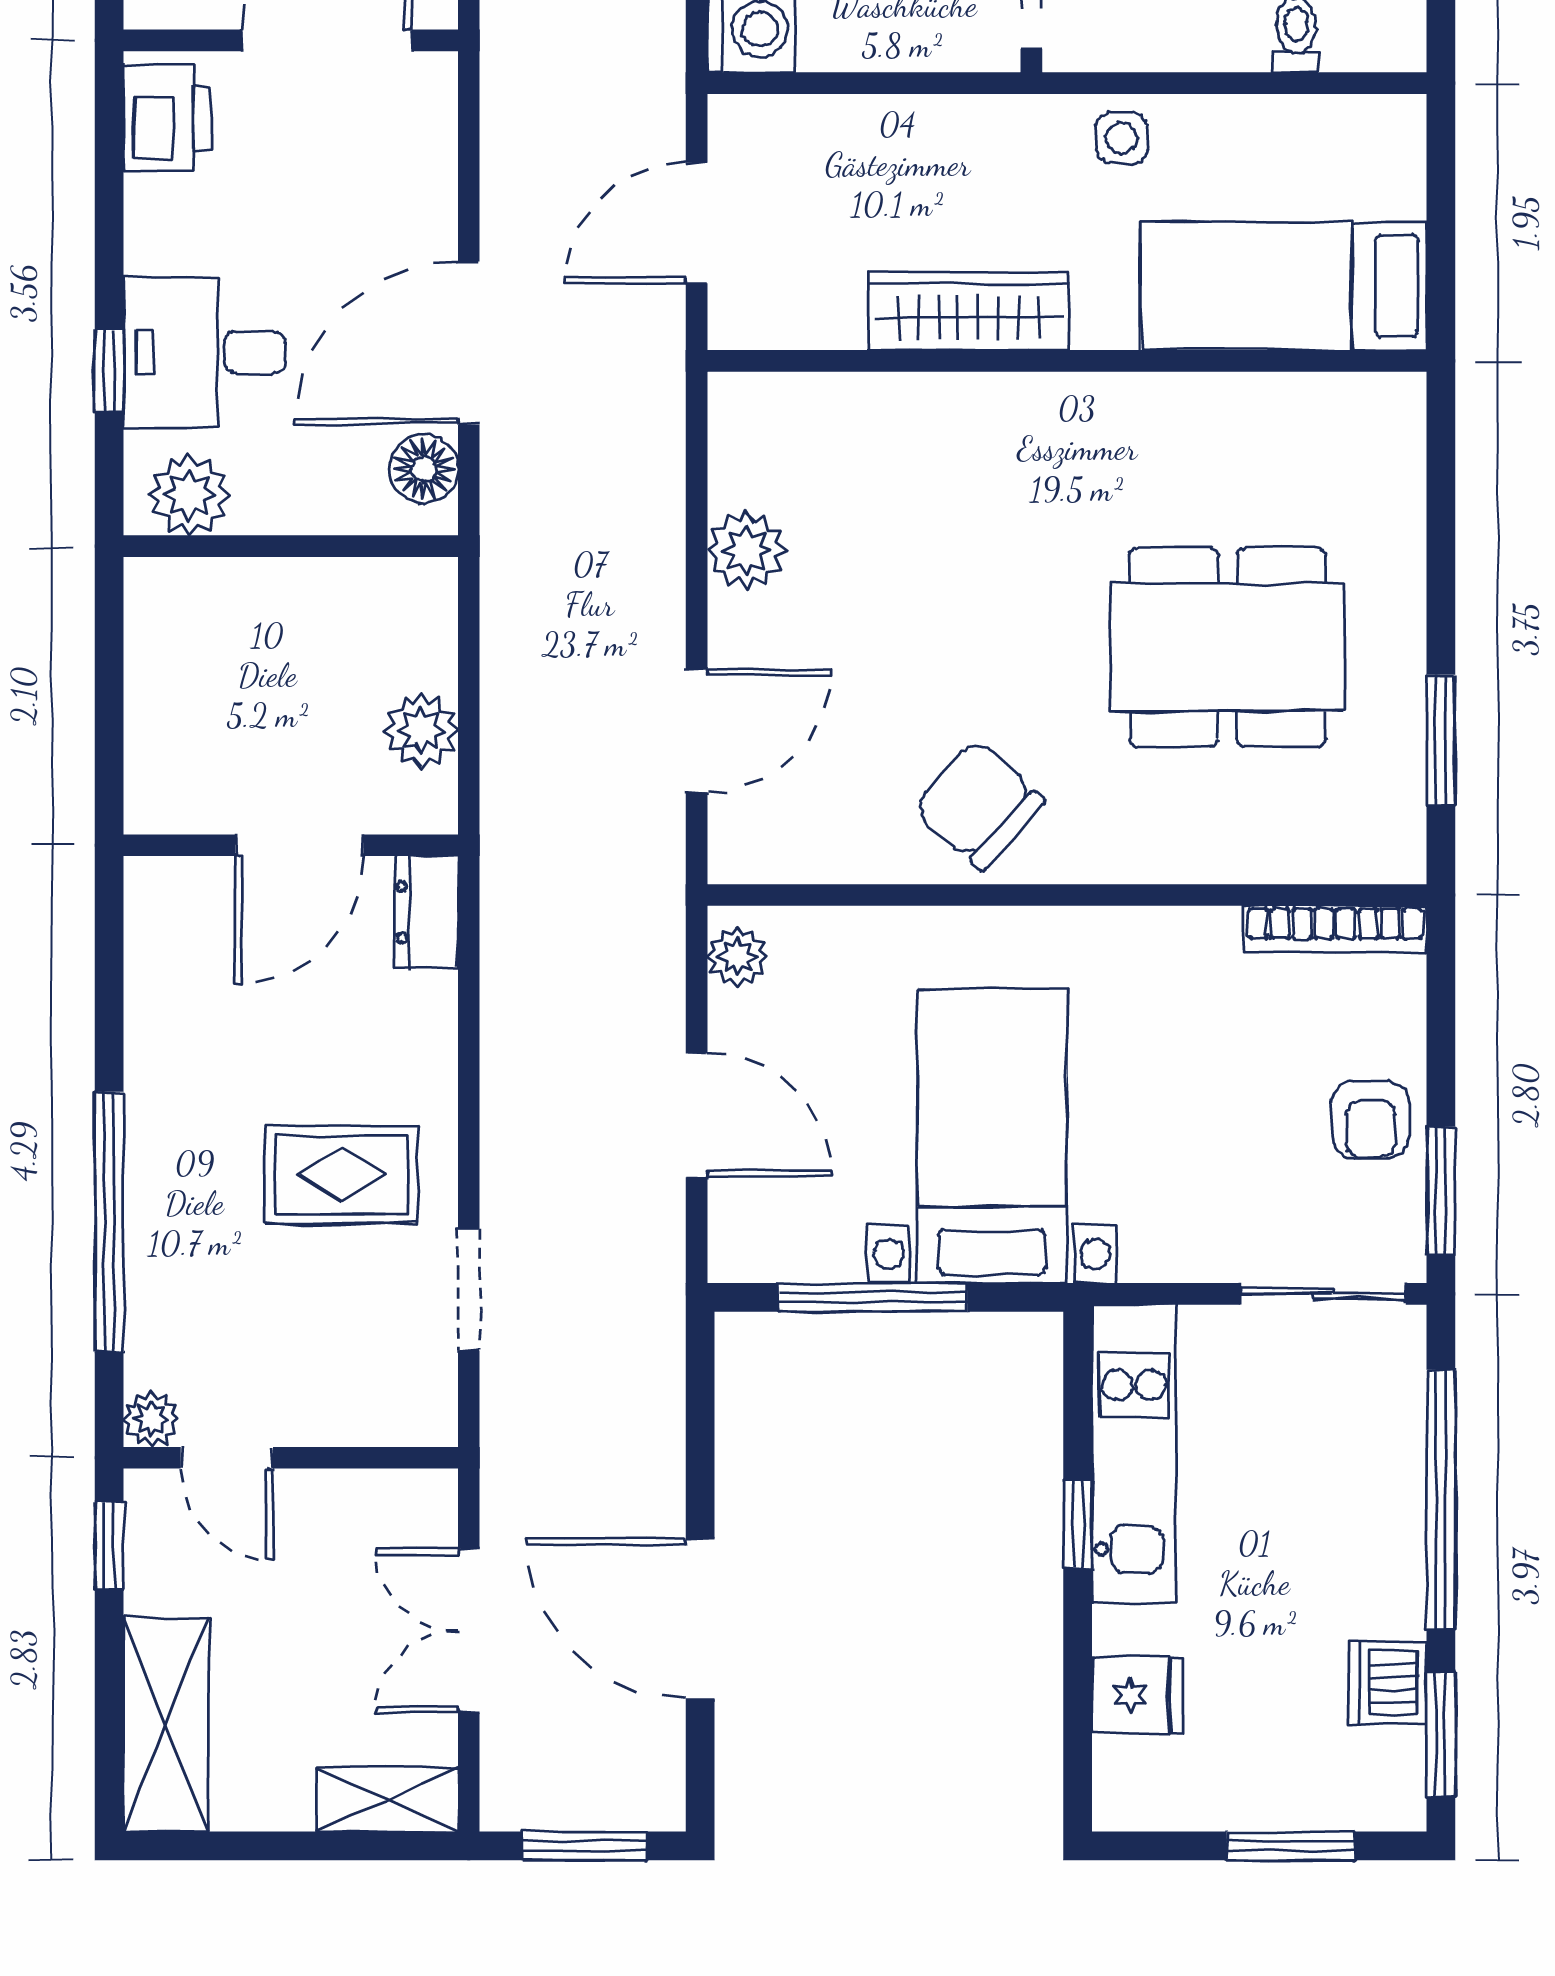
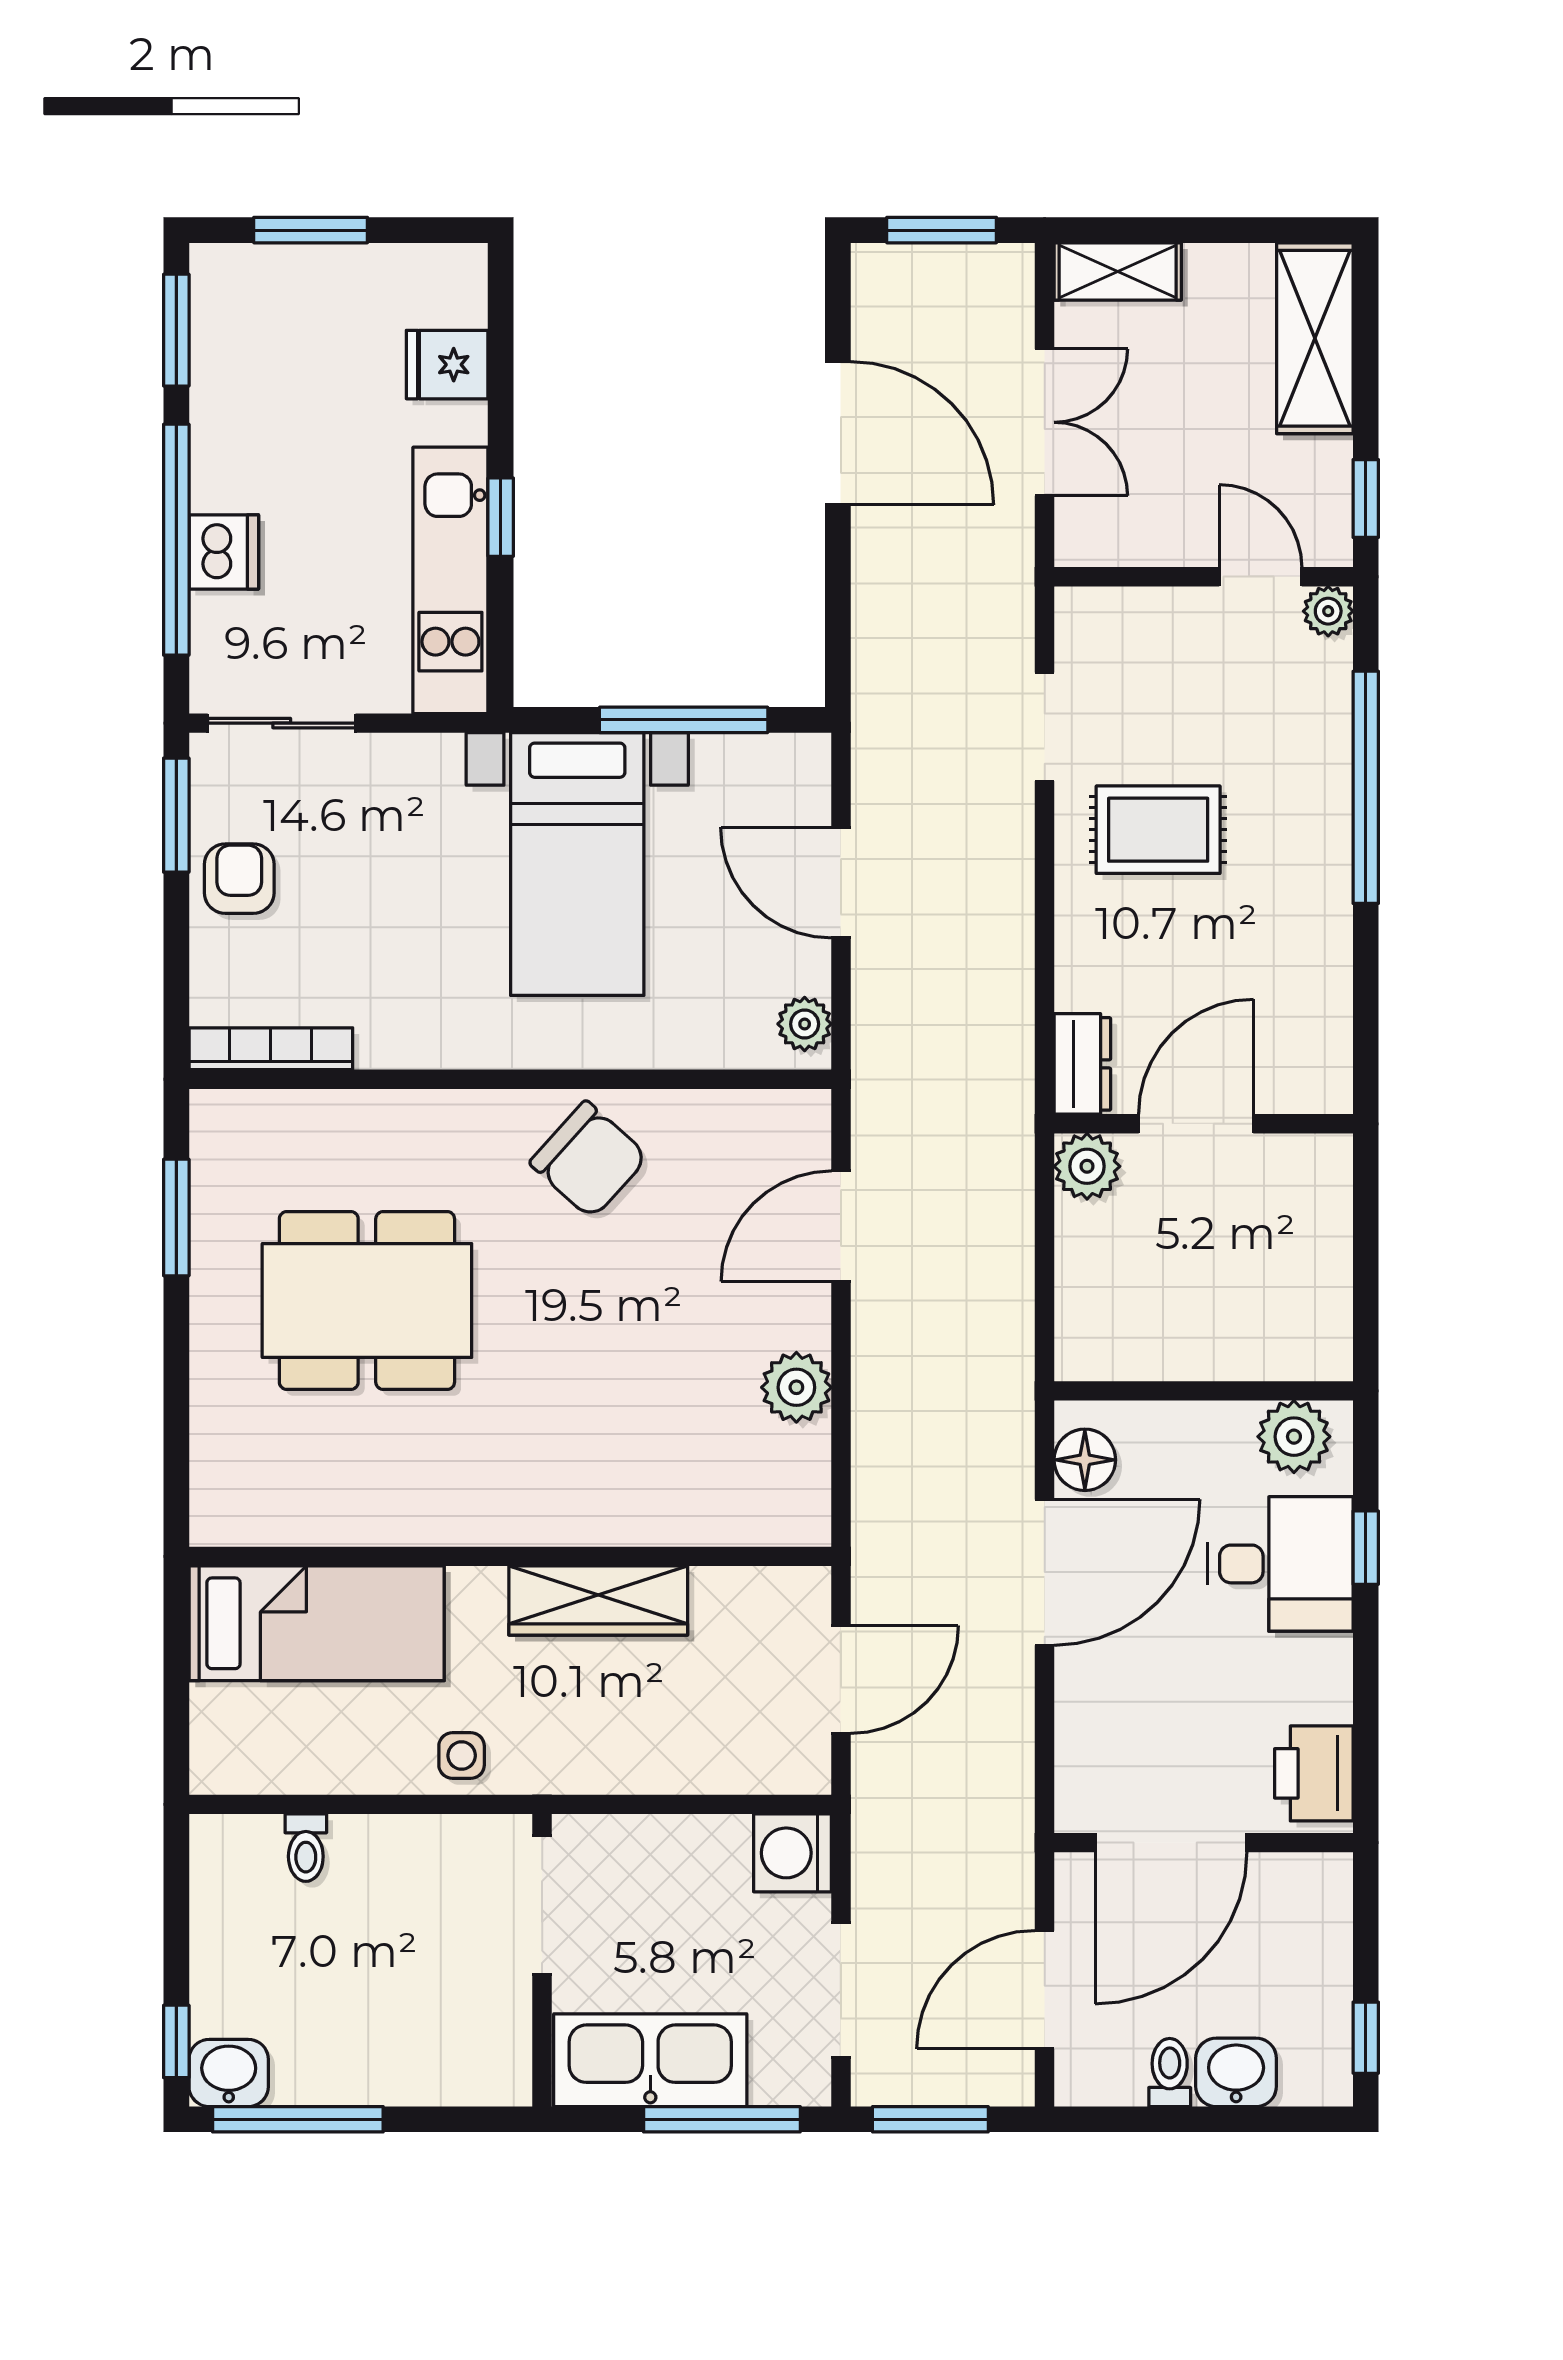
plant: (421, 731) -> (1087, 1166), moved
dishwasher: (1388, 1683) -> (224, 552), moved

